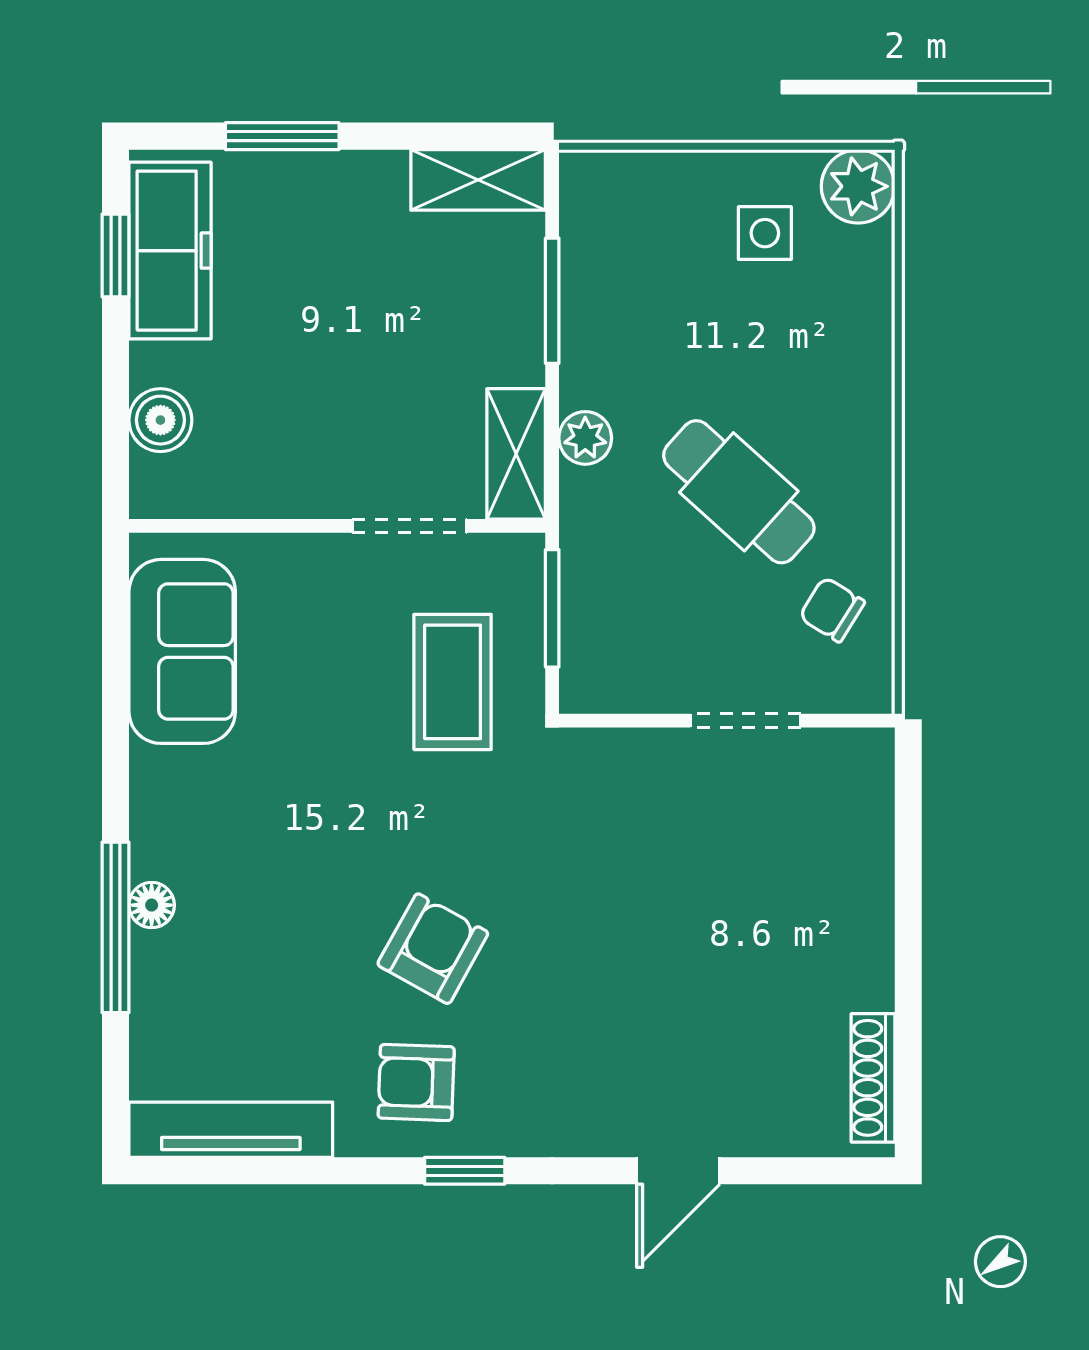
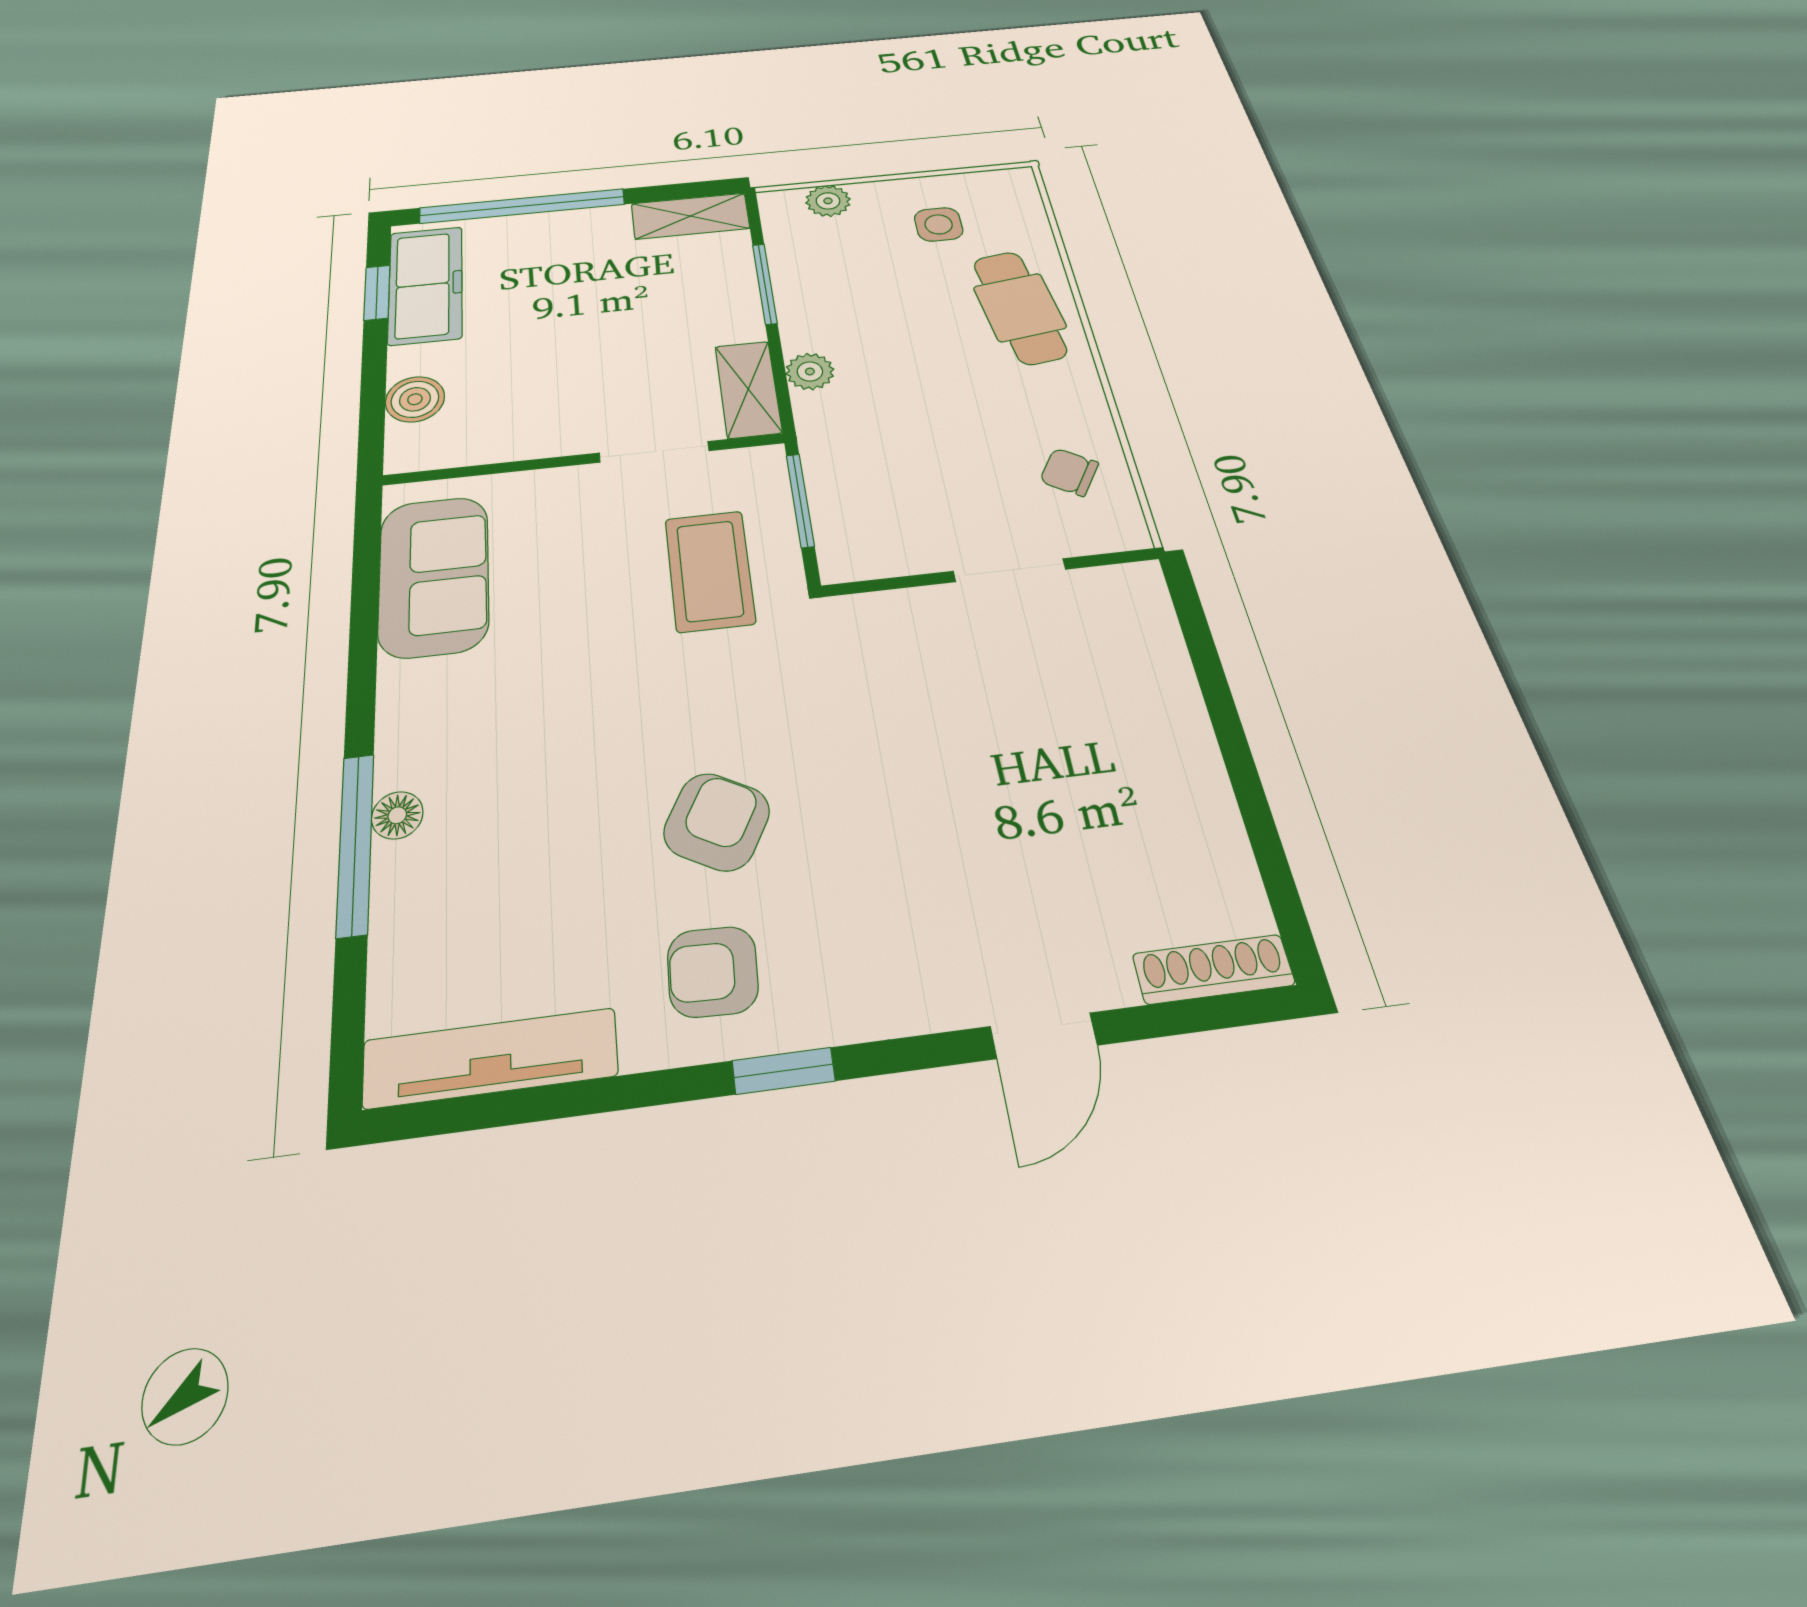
window: (282, 136) -> (522, 206), width x2.11
plant: (858, 186) -> (828, 201), moved, width x0.73, depth x0.73
cafe table: (739, 492) -> (1020, 307), moved, turned 40
shoe rack: (873, 1078) -> (1213, 969), moved, turned 90

